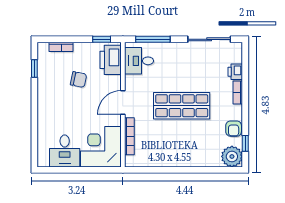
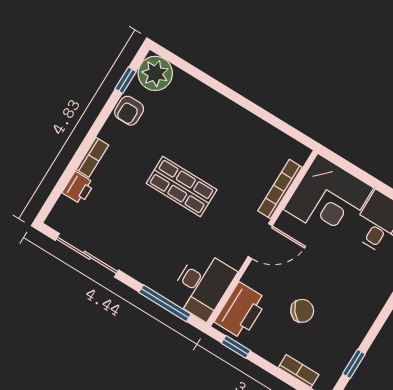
desk: (139, 61) -> (202, 285), width x1.37
chair: (79, 80) -> (302, 311), turned 130
shop shelf: (182, 106) -> (182, 186), width x0.70, depth x0.74
armchair: (234, 129) -> (129, 111), turned 180

